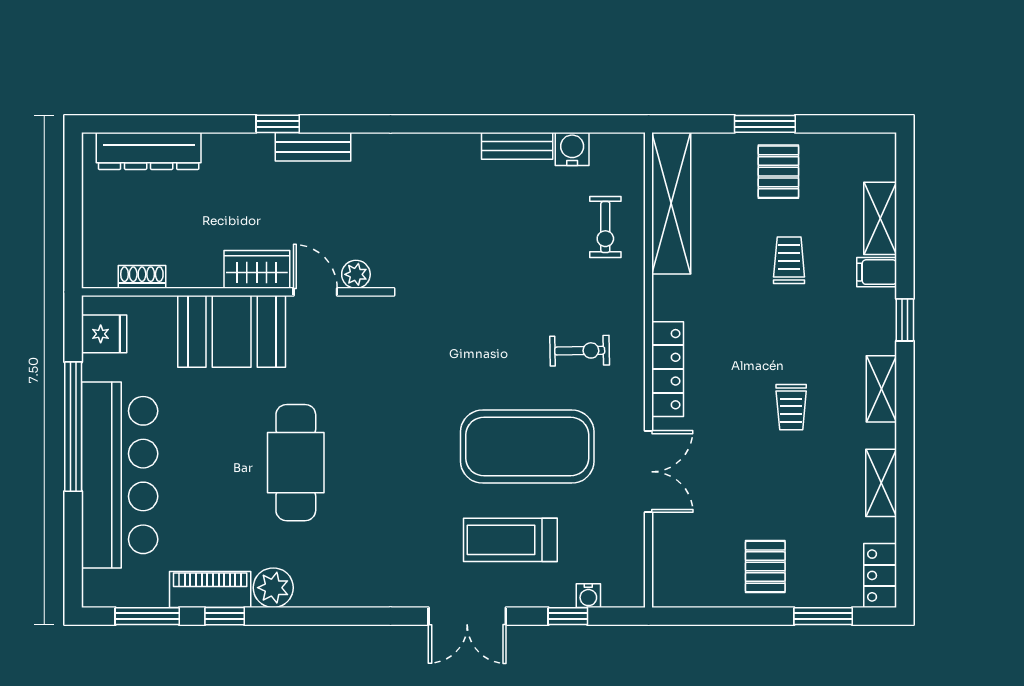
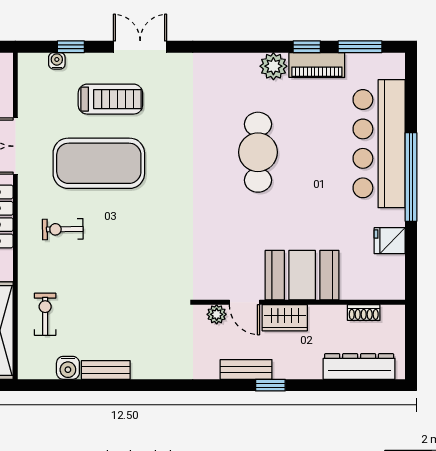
wardrobe: (257, 269) -> (285, 318), moved
plant: (356, 274) -> (217, 314), moved
shoe rack: (142, 277) -> (364, 313), moved
wall: (234, 292) -> (300, 302), moved
door: (315, 292) -> (244, 302), moved
booth: (232, 331) -> (302, 275), moved

